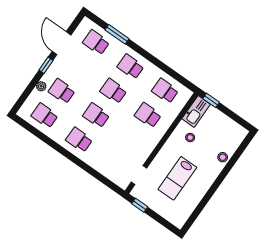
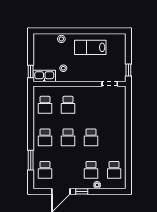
school desk: (79, 140) -> (114, 137), removed
lab bench: (177, 178) -> (90, 47), moved, turned 180

